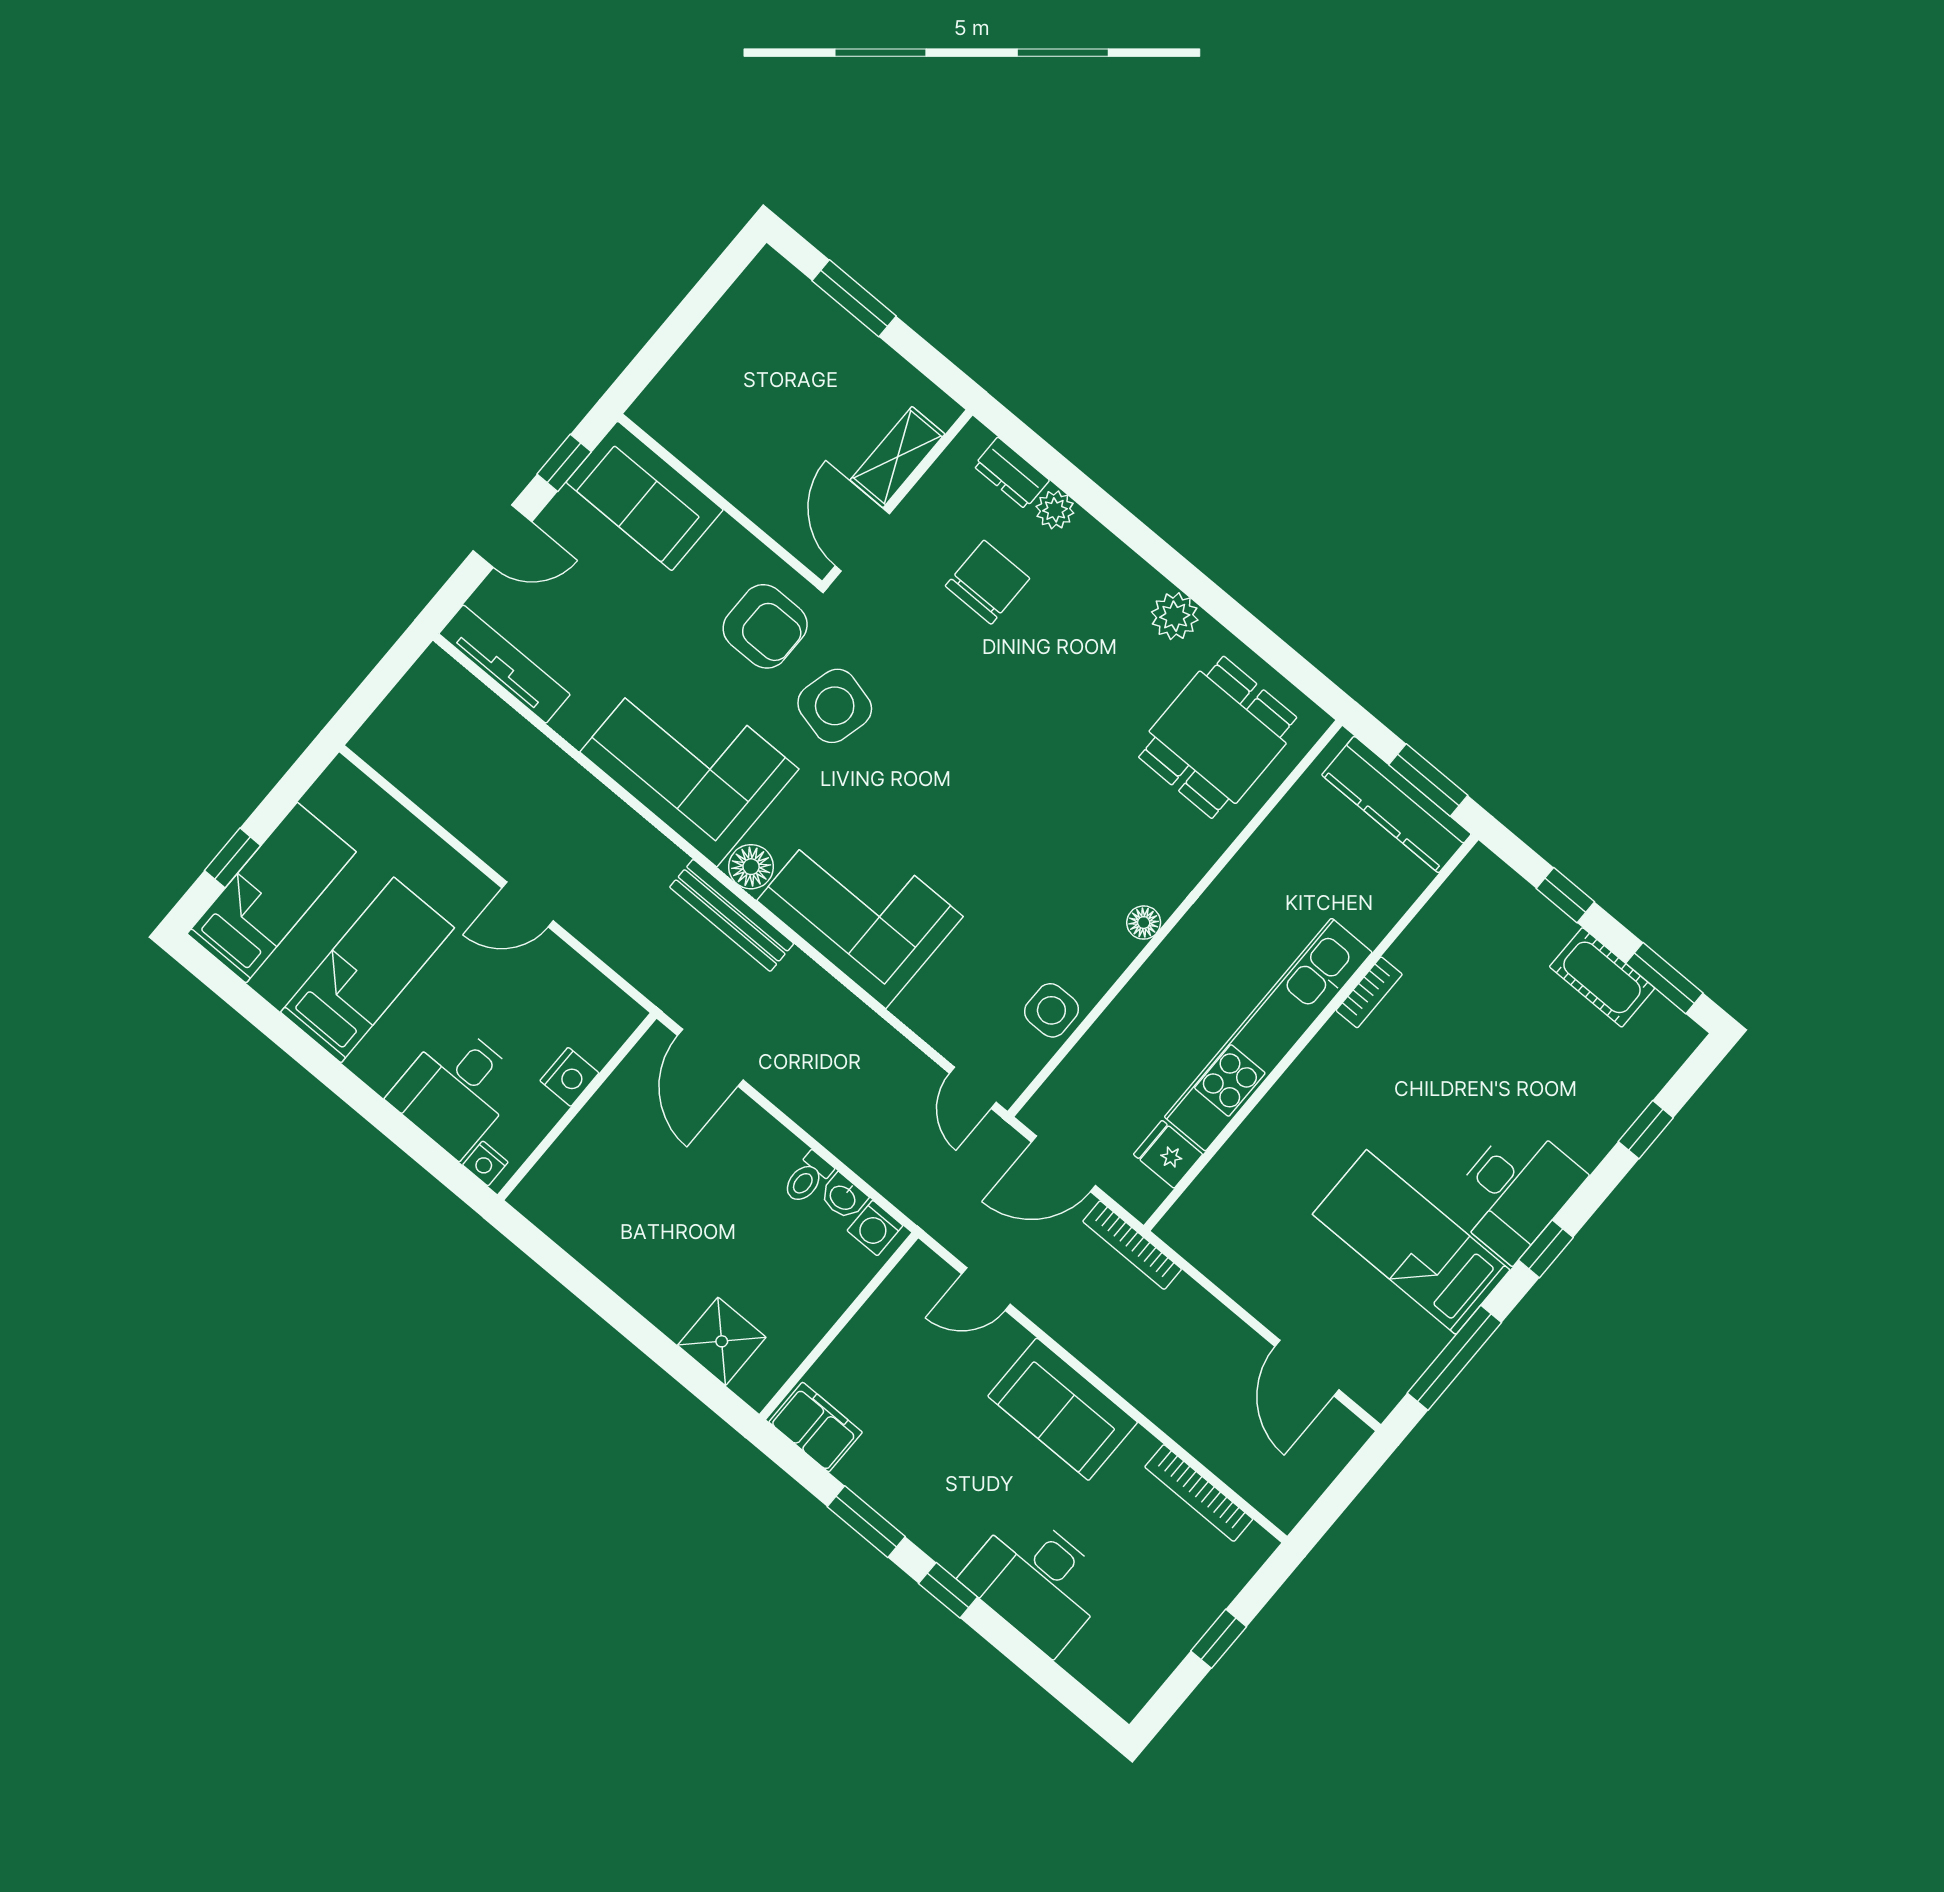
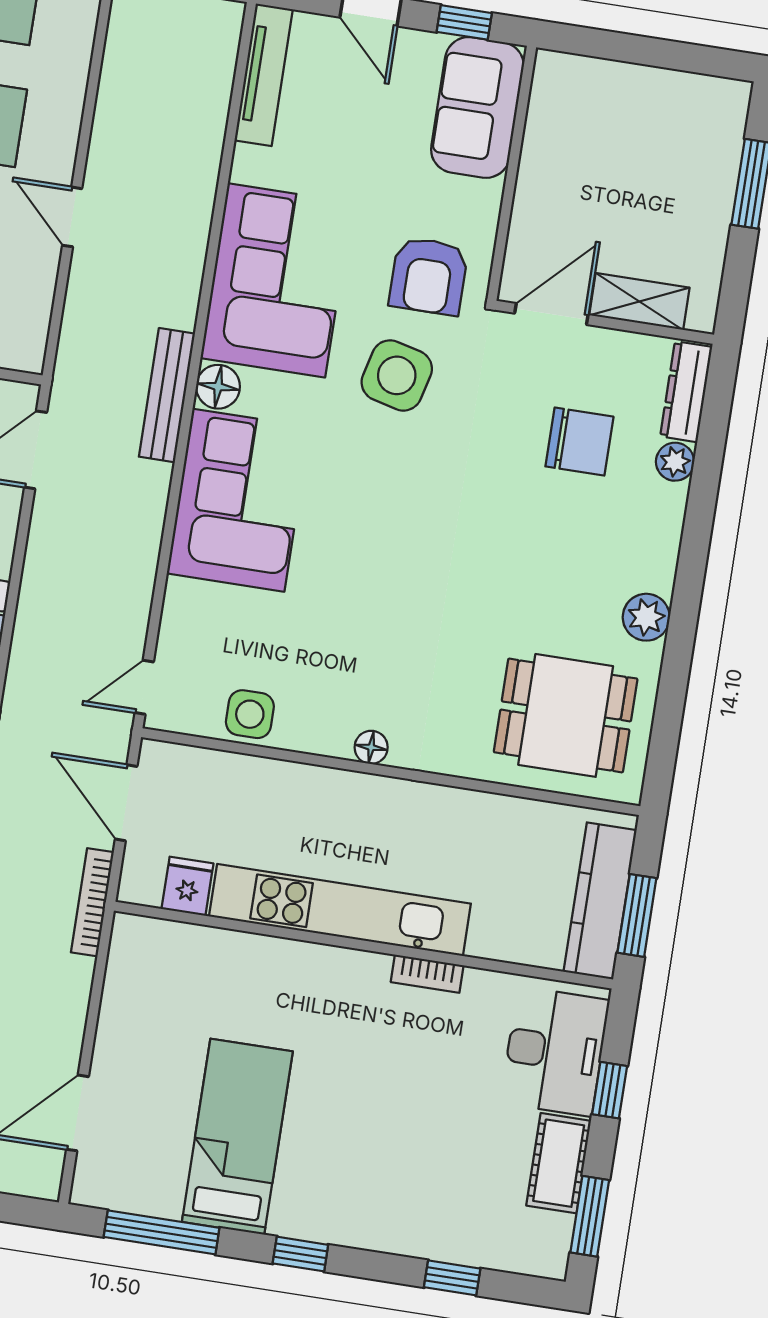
dresser: (1011, 473) -> (686, 392), width x1.44
desk: (1515, 1191) -> (555, 1051), moved, turned -90

